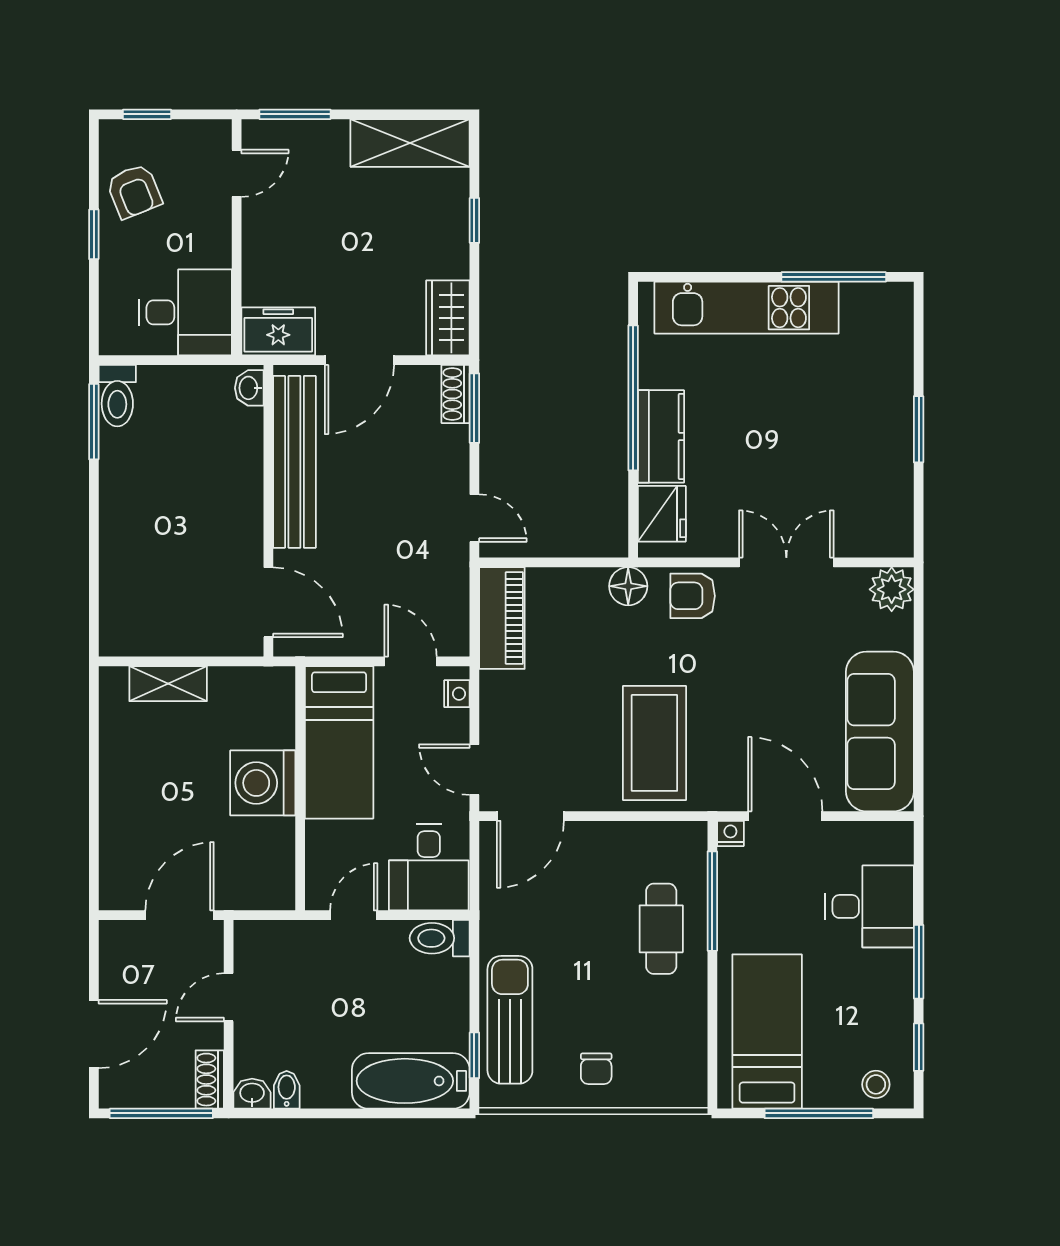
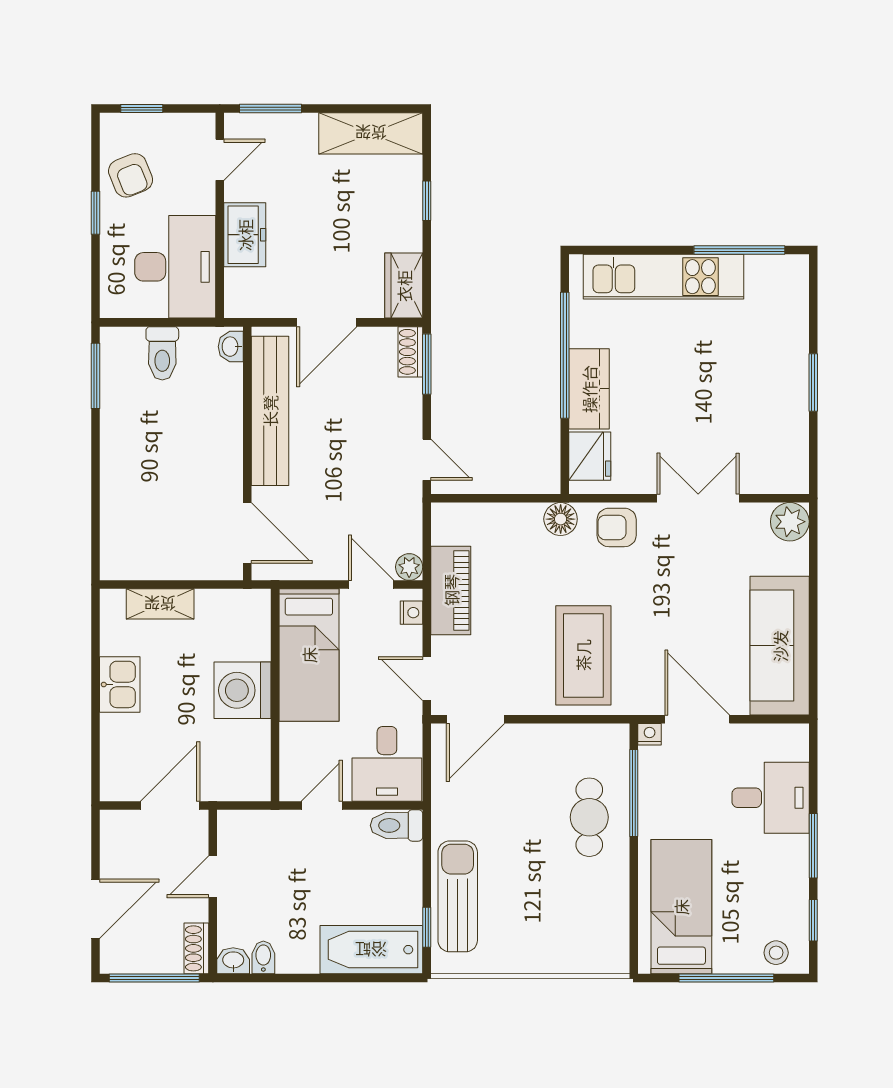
desk: (185, 312) -> (175, 267), width x1.37
freezer: (278, 331) -> (245, 235), moved, turned 90
toilet: (117, 396) -> (162, 353), moved
piano: (502, 618) -> (451, 590), moved
plant: (454, 641) -> (409, 567), added
kitchen sink: (122, 776) -> (120, 684), added
chair: (596, 1069) -> (533, 939), removed

